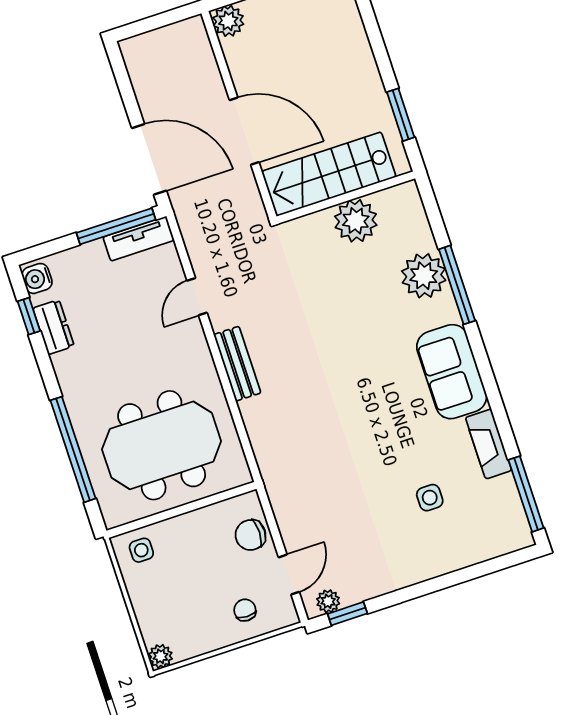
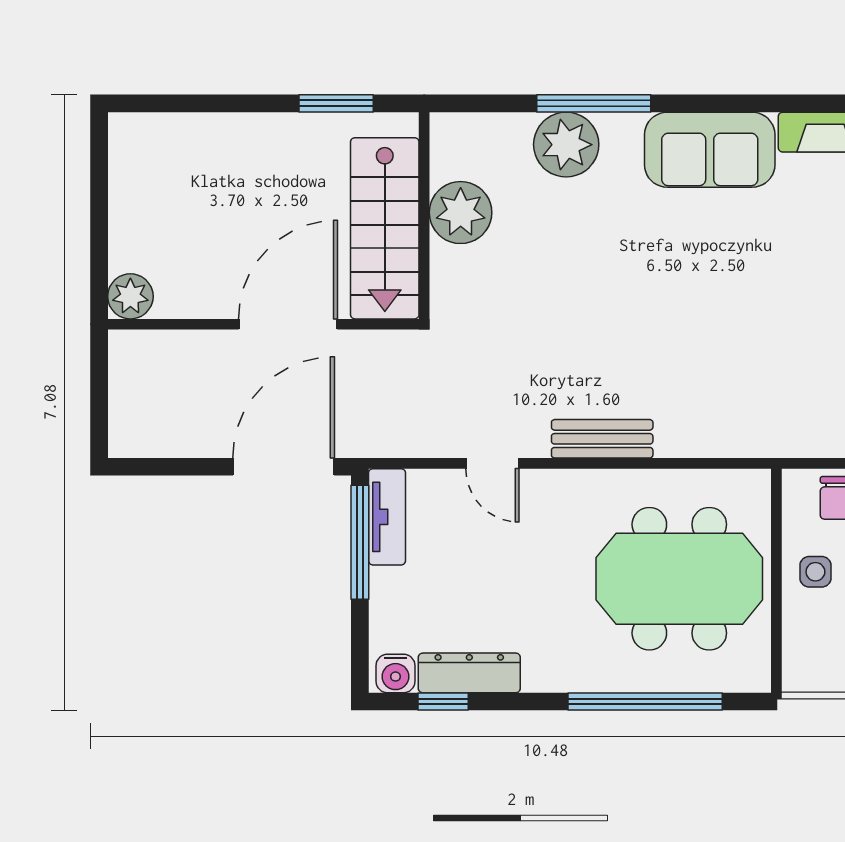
dresser: (53, 327) -> (469, 673), width x1.44
meeting table: (162, 445) -> (679, 579), turned 90
side table: (141, 550) -> (815, 572), moved

